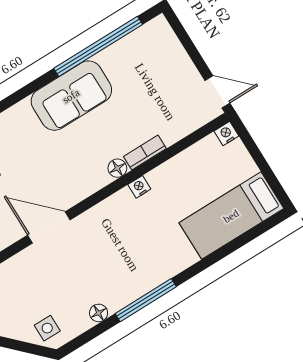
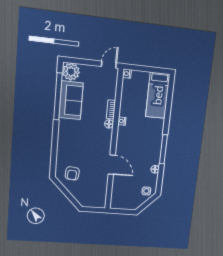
plant: (156, 38) -> (71, 72), added
sofa: (71, 96) -> (71, 100), moved
door: (49, 227) -> (112, 165), swing flipped

